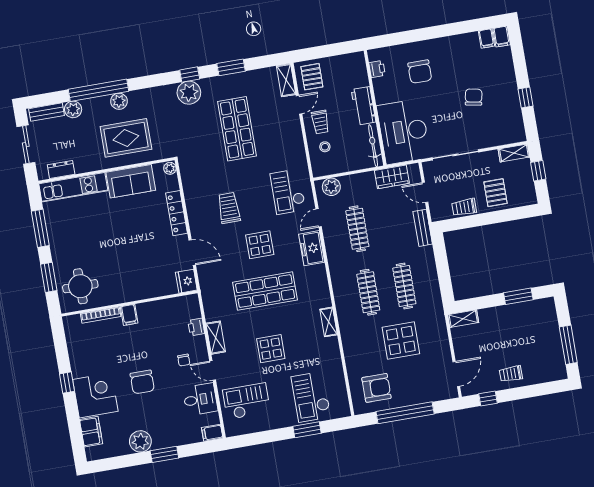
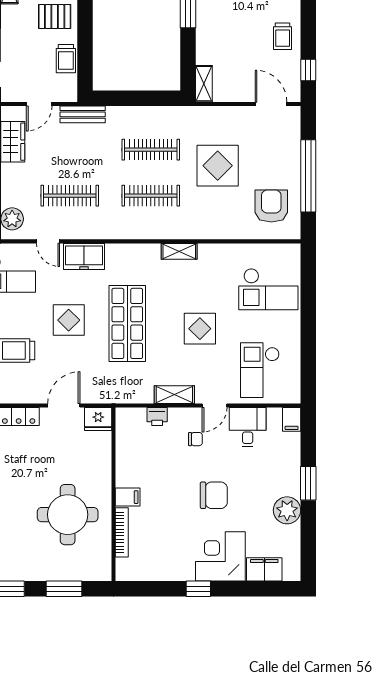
round table: (80, 286) -> (68, 515), moved, width x1.36, depth x1.36
window: (307, 430) -> (308, 301), removed

